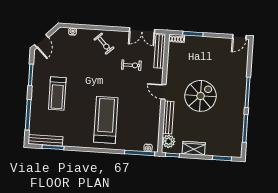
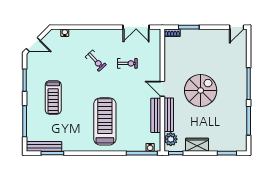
door: (41, 41) -> (33, 45), hinge flipped
exercise bike: (104, 44) -> (96, 61), moved
bench: (160, 51) -> (156, 115), moved

